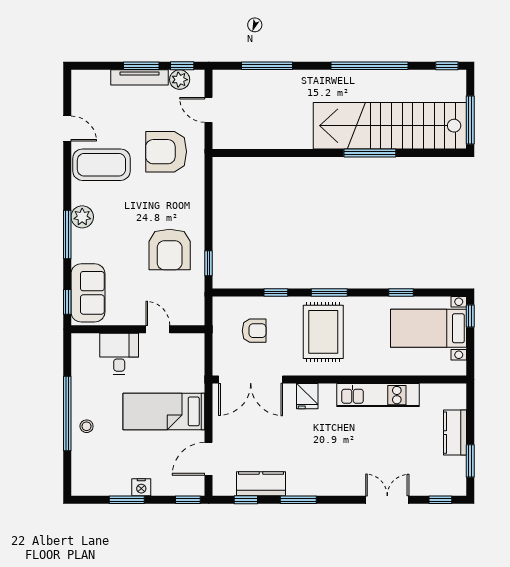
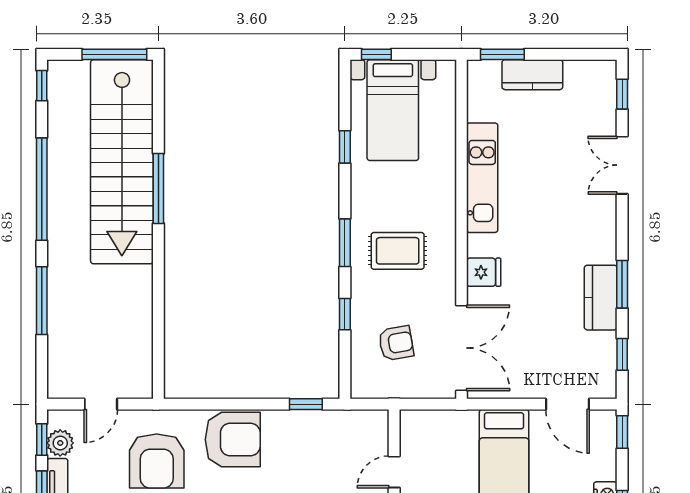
window: (267, 66) -> (42, 301), moved
armchair: (170, 250) -> (233, 440), moved
armchair: (254, 331) -> (396, 343), turned 80
rug: (323, 332) -> (398, 251), width x0.73, depth x0.70
window: (470, 461) -> (502, 54), moved
kitchen counter: (261, 484) -> (601, 298), moved

